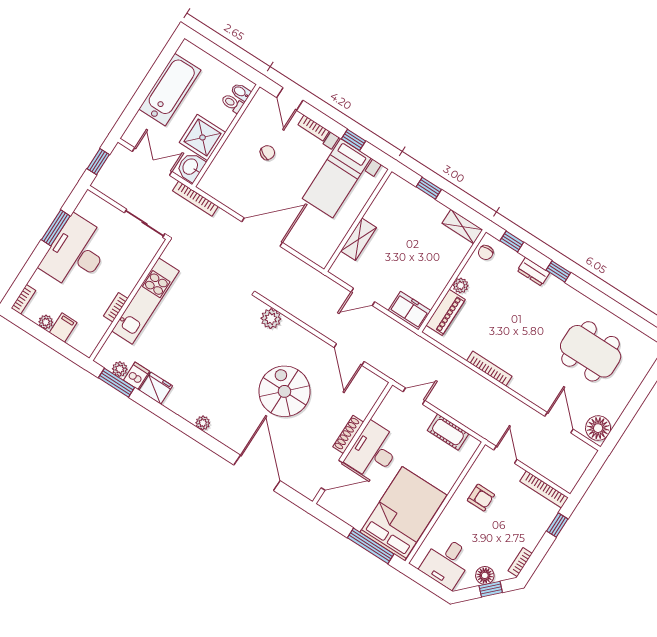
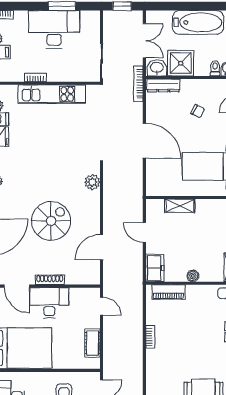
dresser: (215, 172) -> (163, 85), added
boiler: (445, 274) -> (193, 276), added
plant: (461, 286) -> (192, 291), removed
bookcase: (489, 369) -> (150, 337), width x0.64

